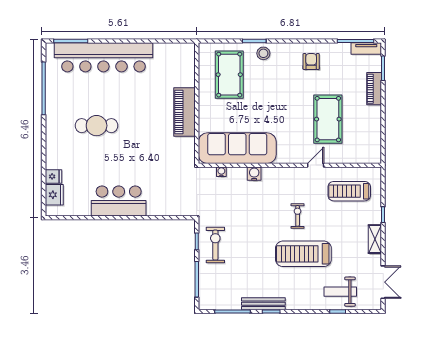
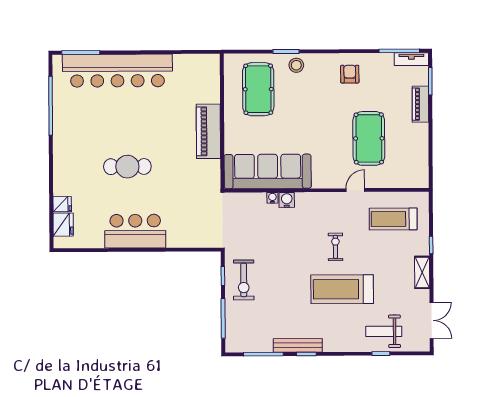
cafe table: (97, 126) -> (127, 167), moved
water cooler: (221, 172) -> (272, 198), moved
exercise bike: (215, 245) -> (244, 280), turned 180

